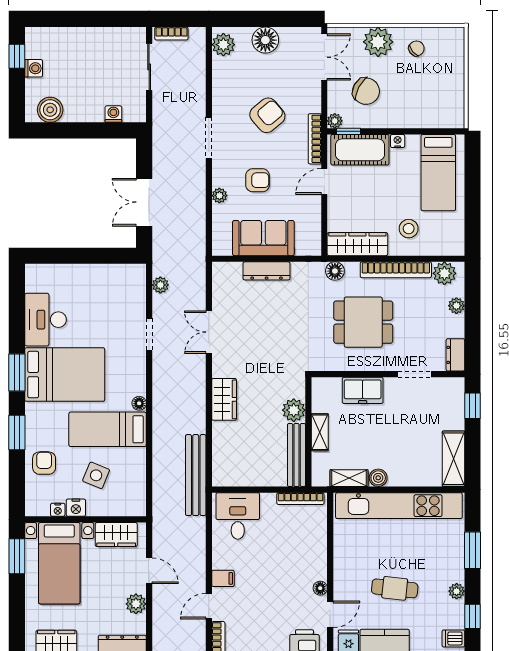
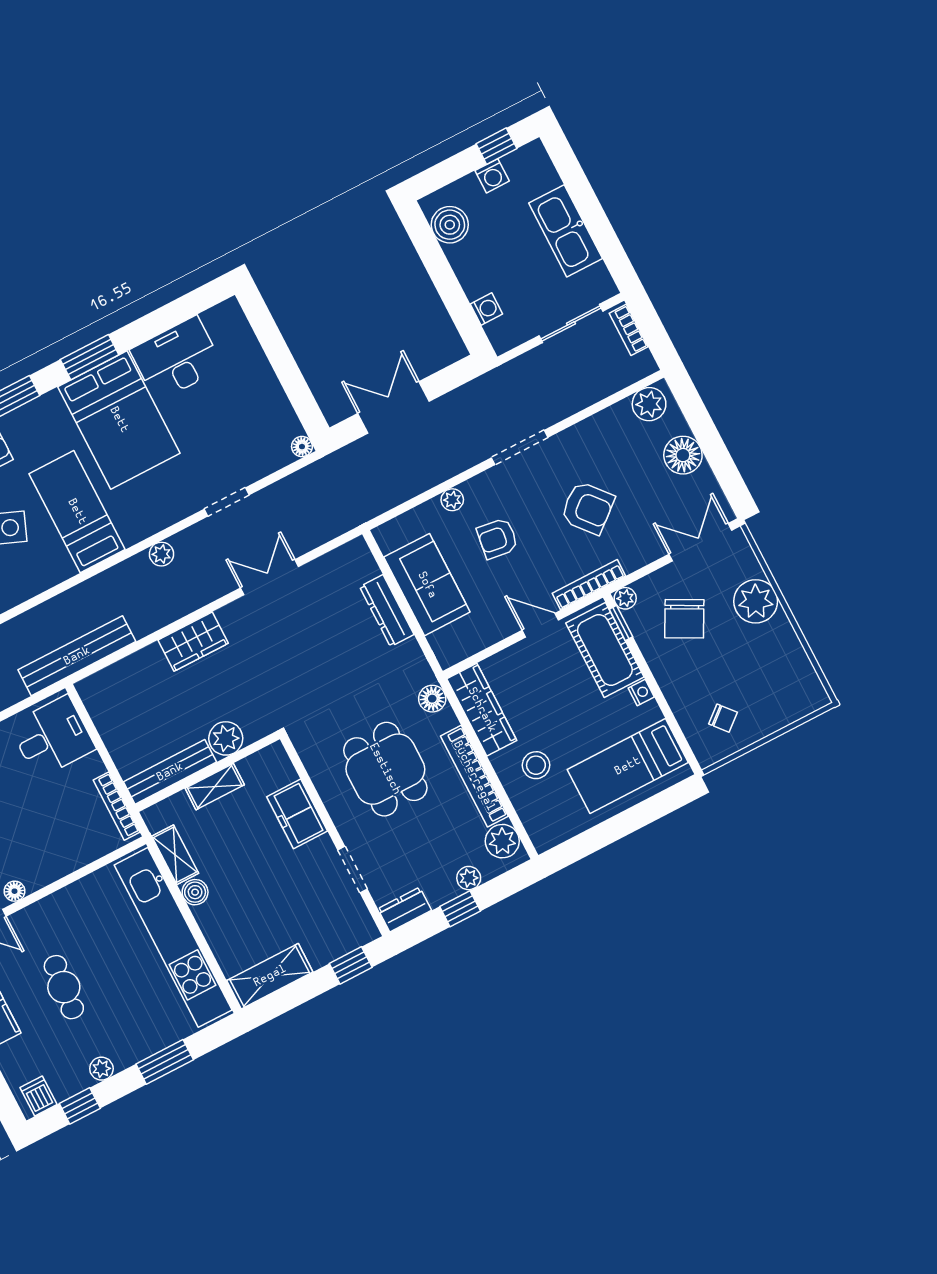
kitchen sink: (91, 41) -> (566, 231), added
chair: (416, 48) -> (723, 718), moved
double door: (324, 57) -> (700, 542), swing flipped
armchair: (258, 180) -> (497, 538), turned 98
plant: (160, 285) -> (161, 554), moved
window: (473, 321) -> (460, 909), added
floor lamp: (139, 403) -> (302, 447), moved

